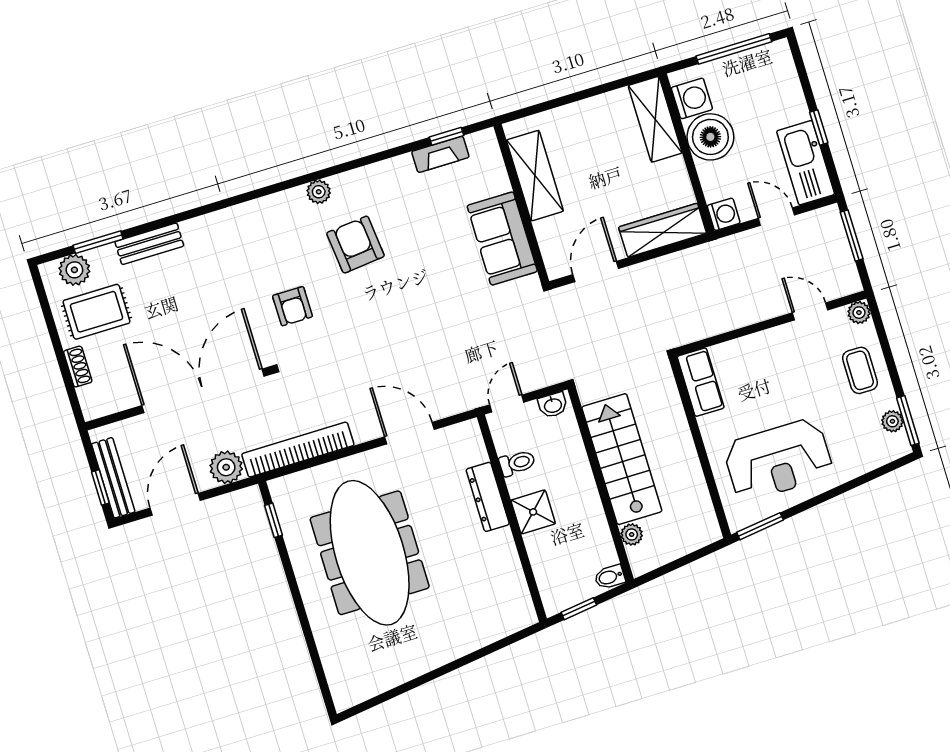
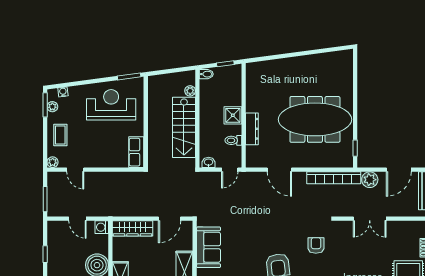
kitchen sink: (806, 163) -> (56, 240), removed
double door: (203, 391) -> (370, 219), width x0.54
water cooler: (880, 456) -> (63, 92), added
meeting table: (370, 553) -> (315, 119), turned 90

